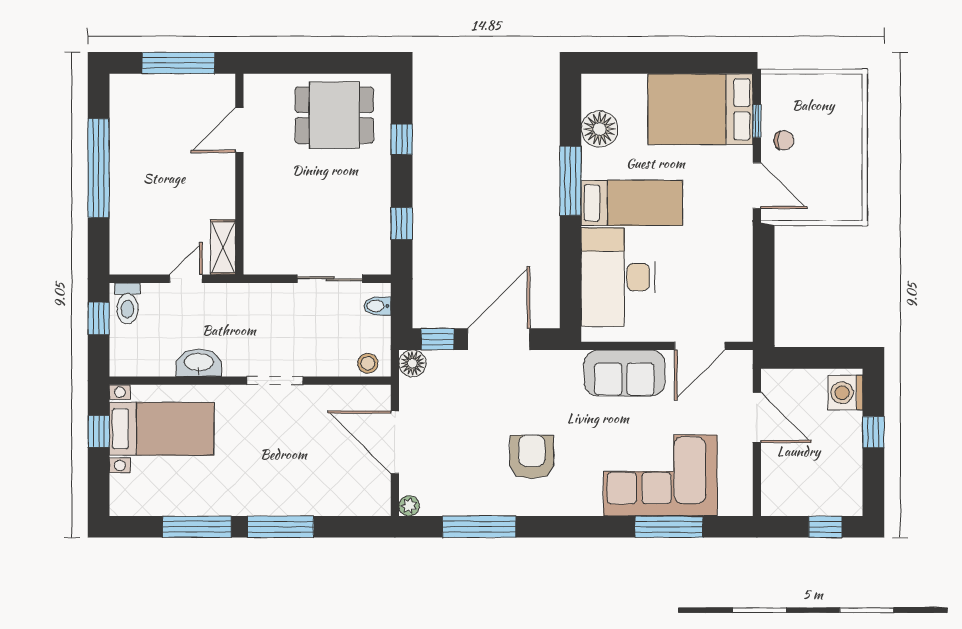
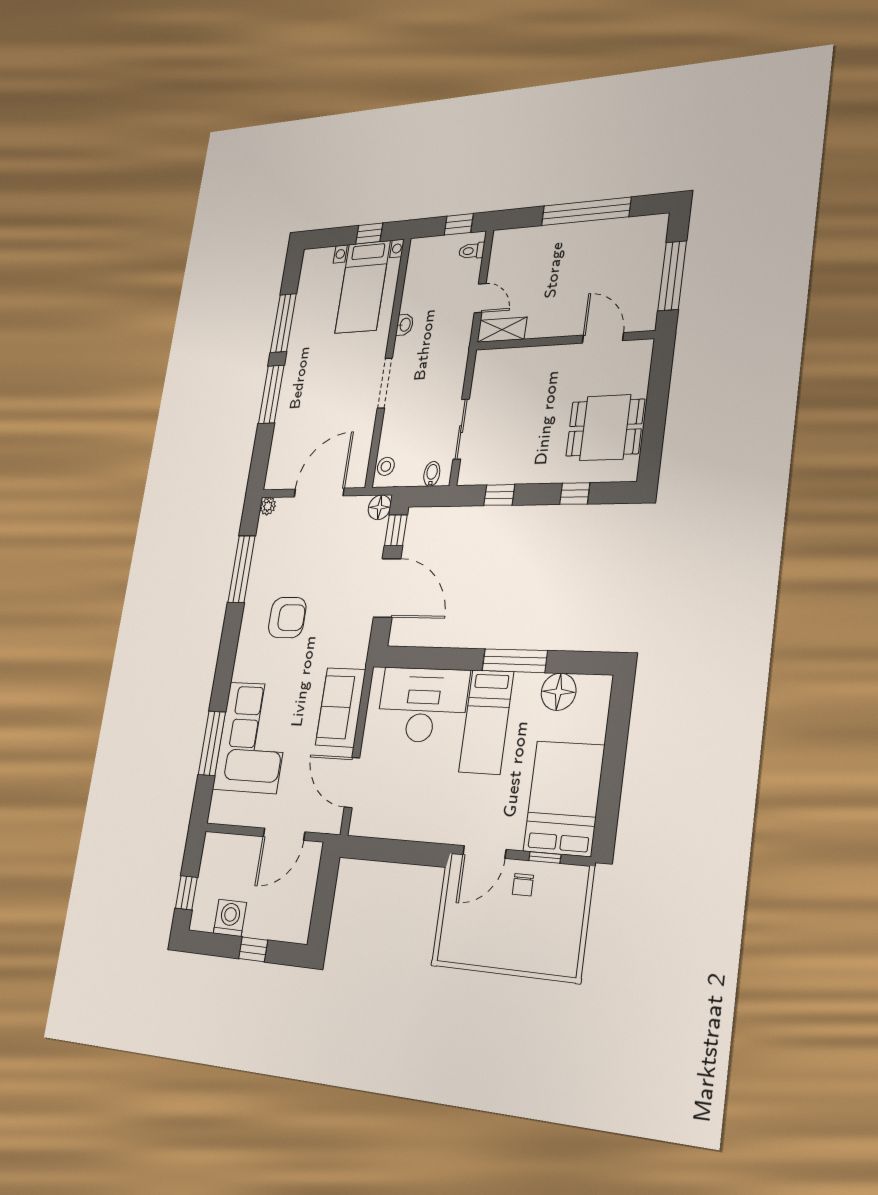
dining table: (334, 115) -> (605, 428), turned 90
toilet: (127, 303) -> (472, 251), width x0.73, depth x0.72
washbasin: (199, 363) -> (405, 325), width x0.52, depth x0.69
washing machine: (845, 393) -> (230, 918), moved

